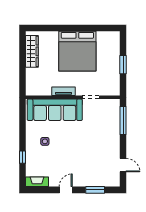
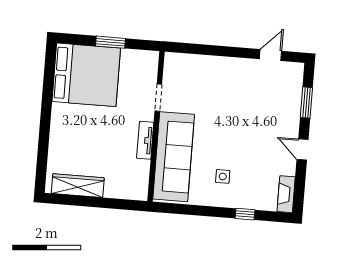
bed: (77, 51) -> (86, 75), moved
window: (123, 121) -> (200, 49), removed

